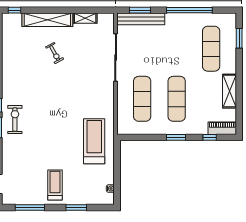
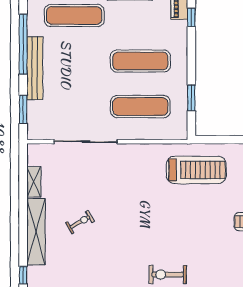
bench: (141, 19) -> (35, 68), moved
window: (176, 137) -> (191, 98), moved
treadmill: (94, 141) -> (196, 170), turned 180

